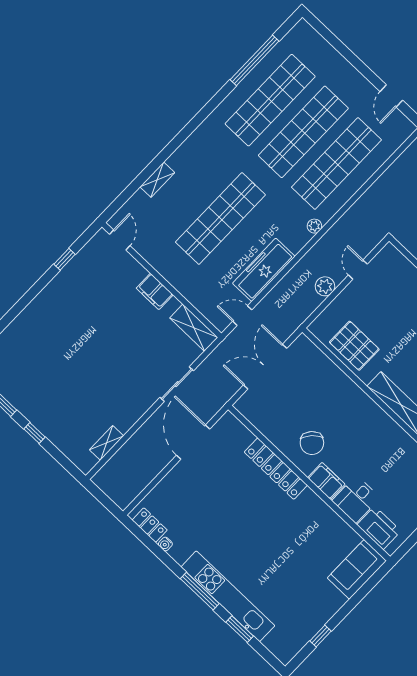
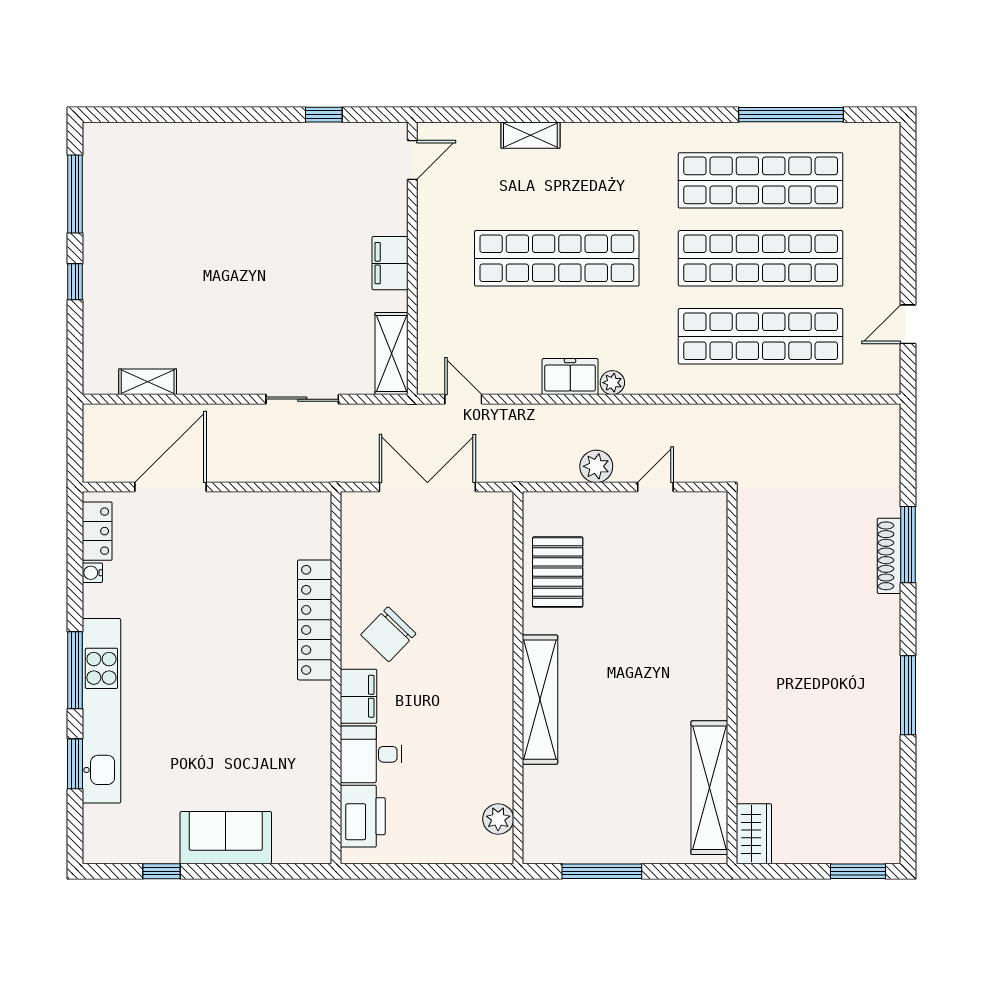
plant: (314, 226) -> (612, 383), moved
freezer: (264, 270) -> (570, 377), width x0.52, depth x0.79
door: (193, 442) -> (170, 487), moved
sofa: (357, 569) -> (226, 838), moved

